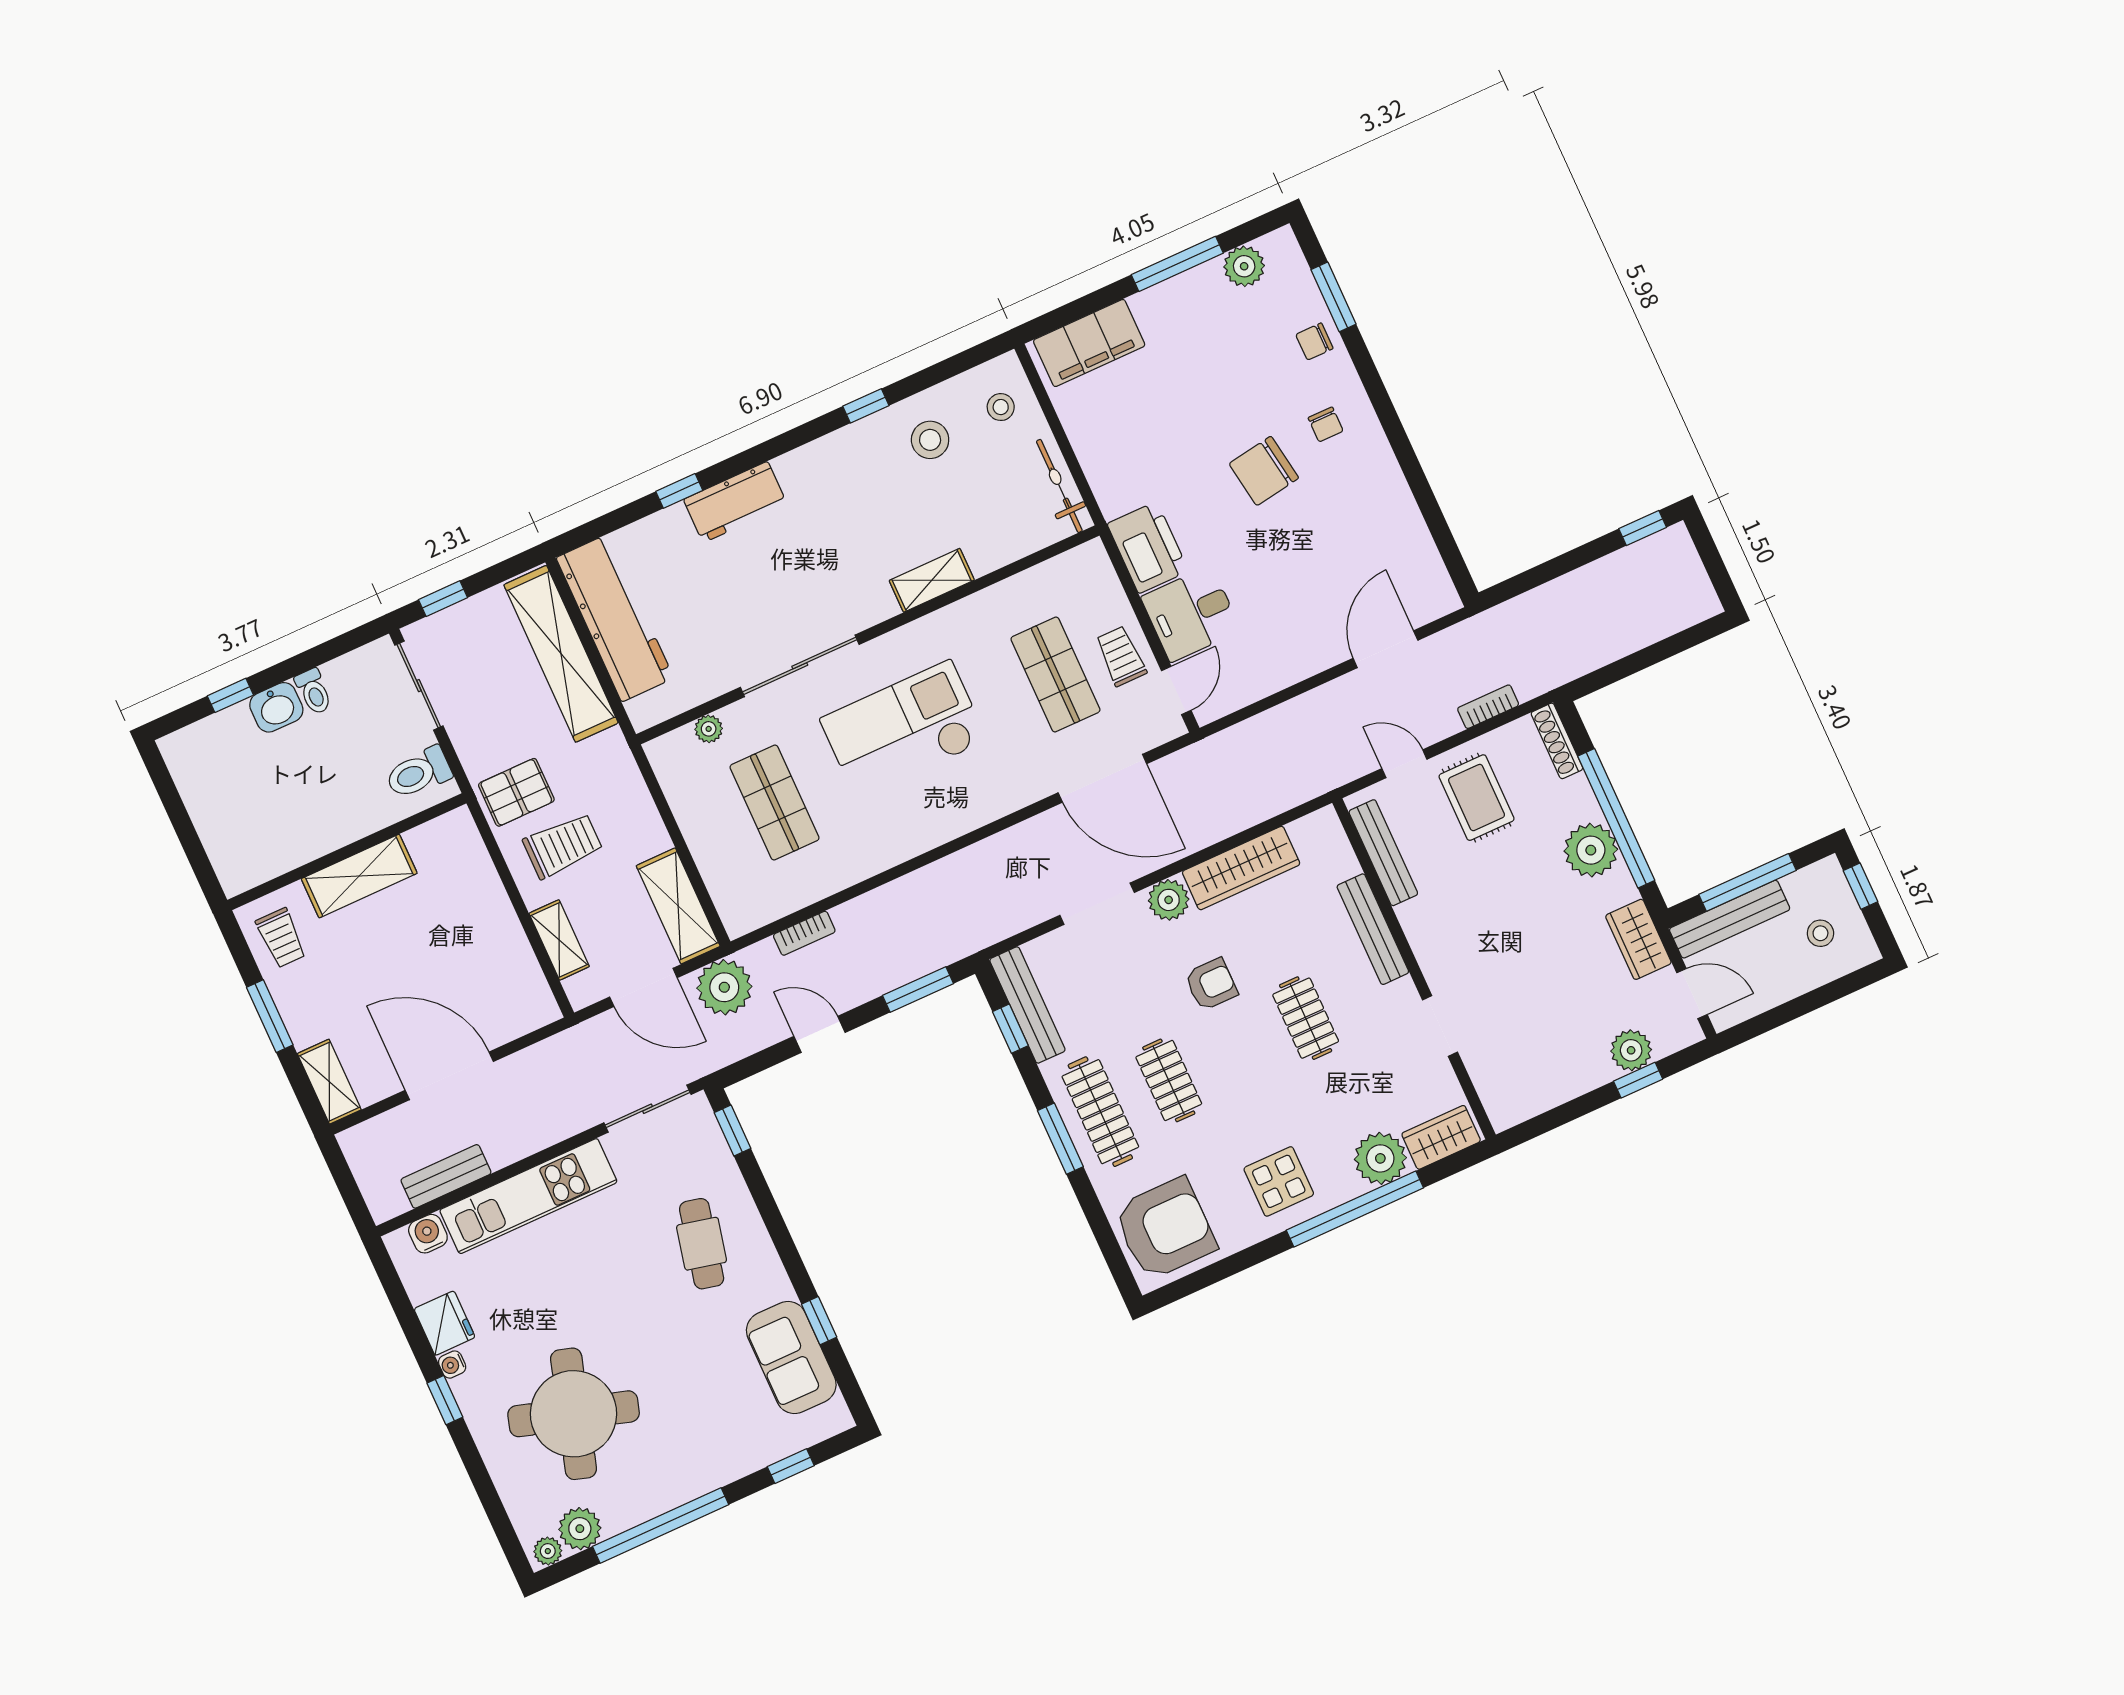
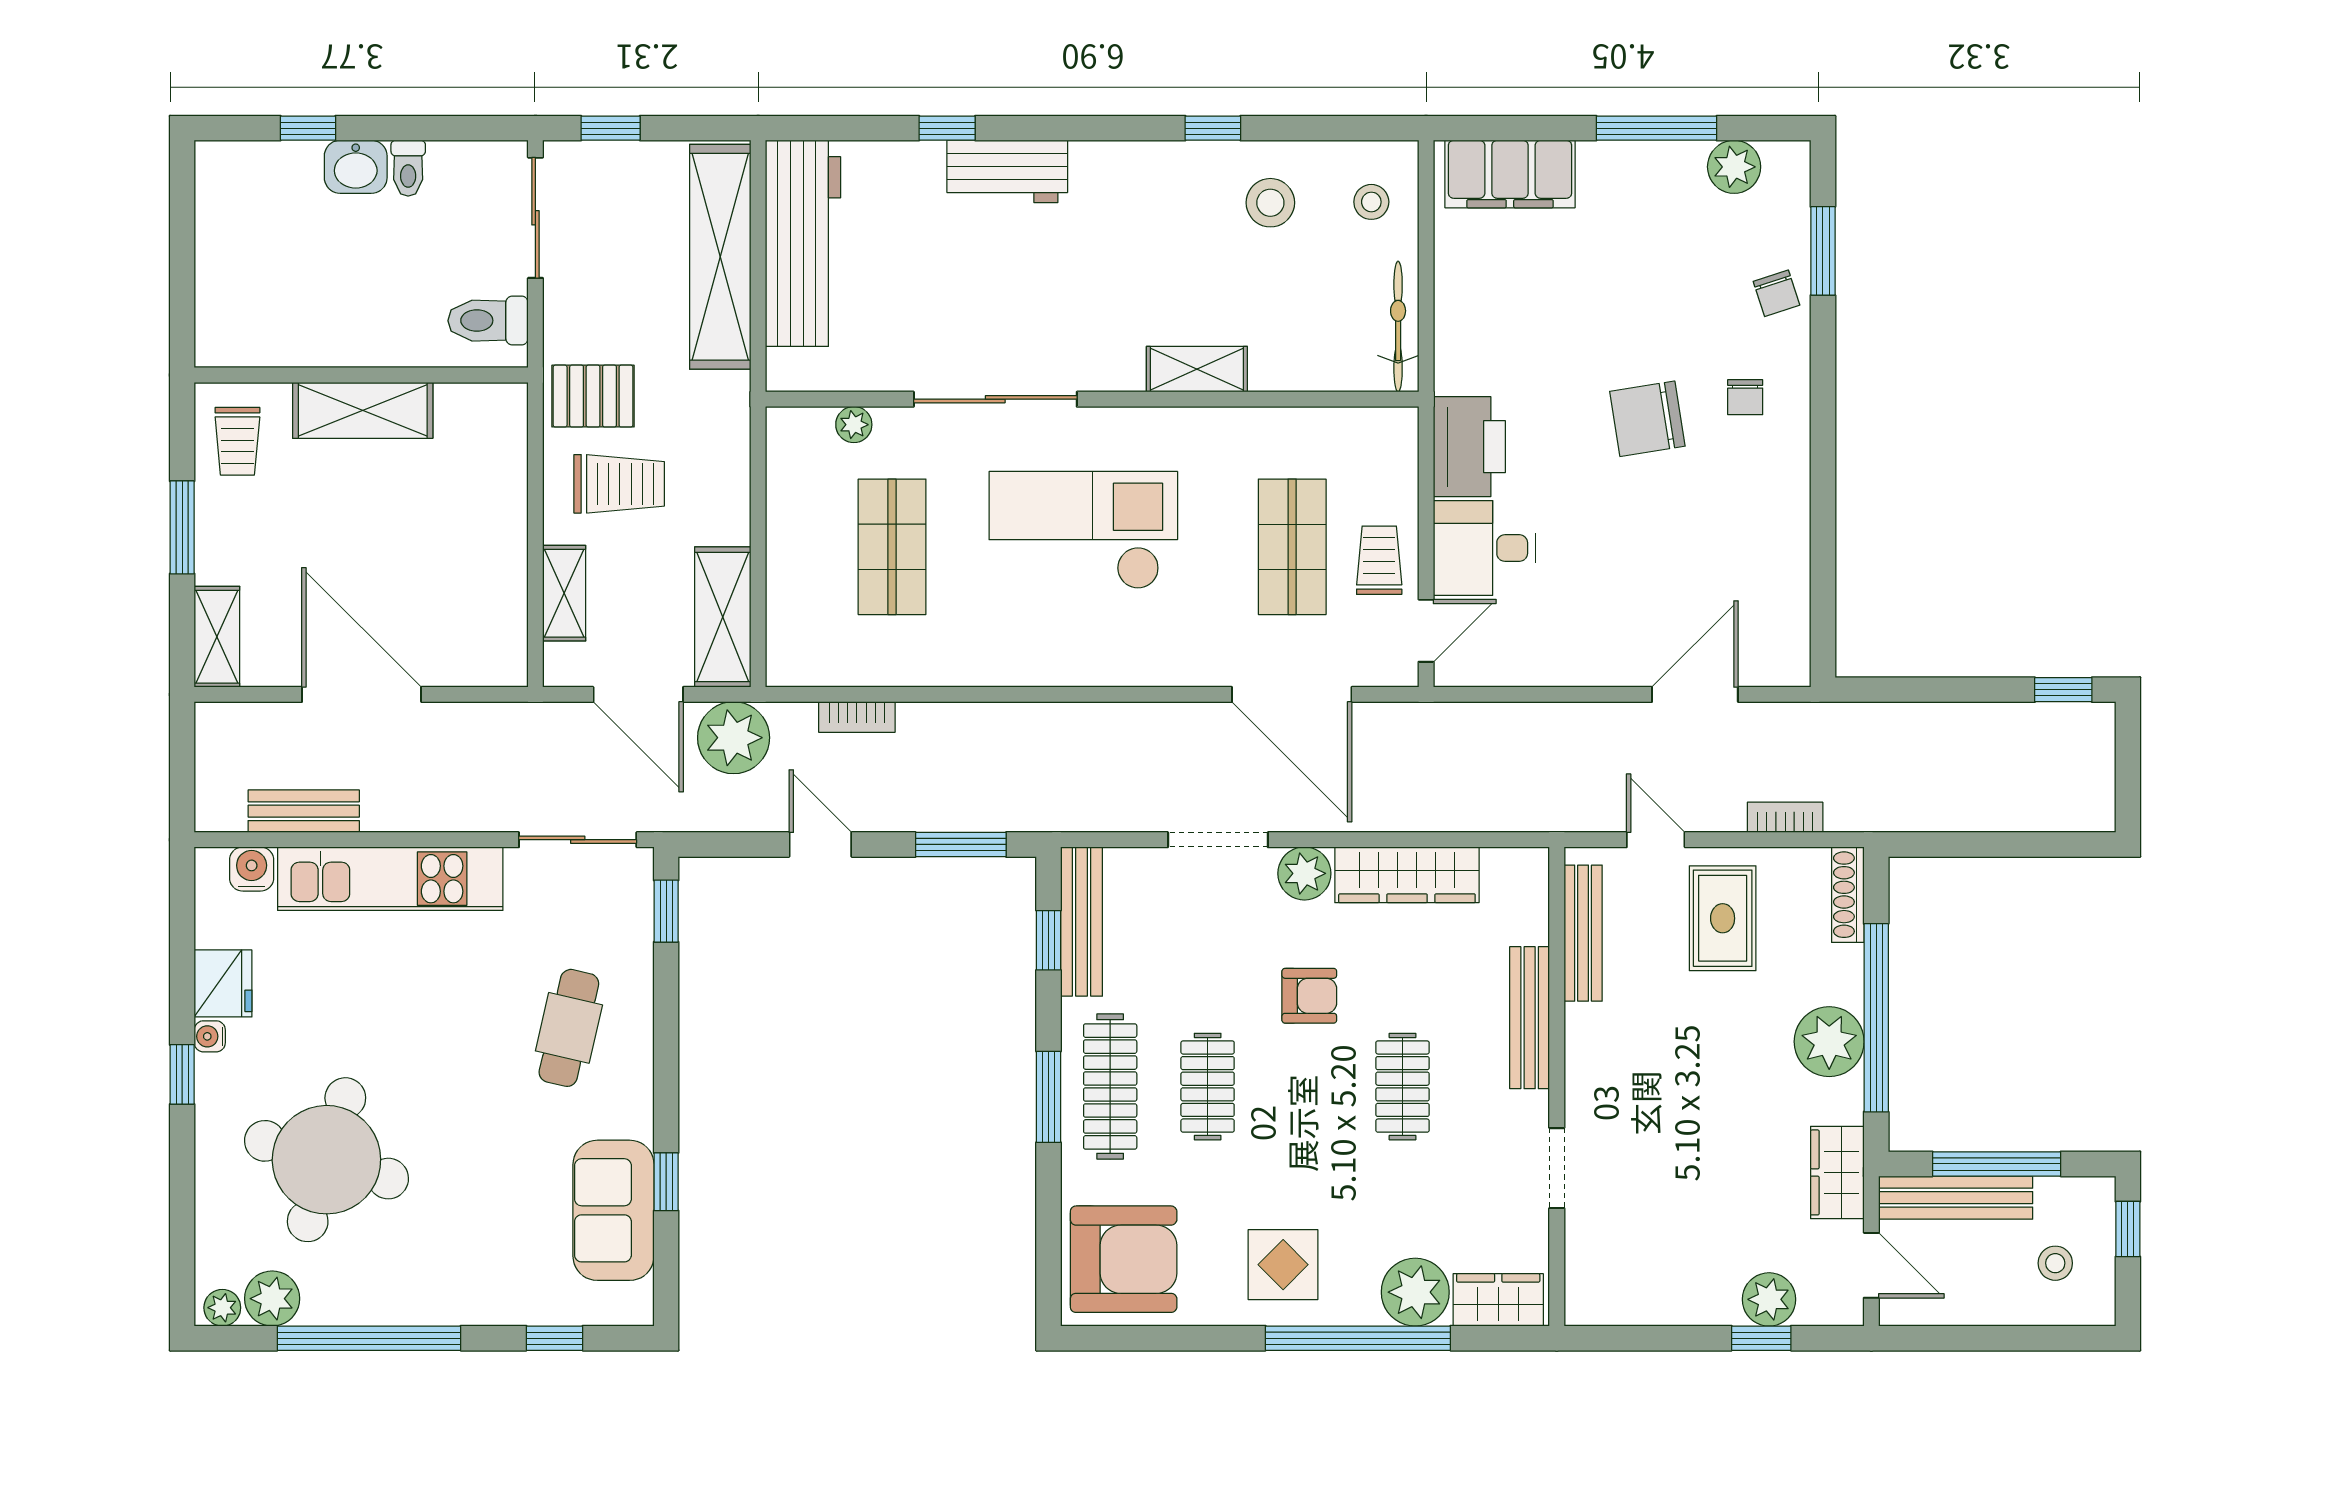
chair: (1314, 341) -> (1777, 293), turned -108

